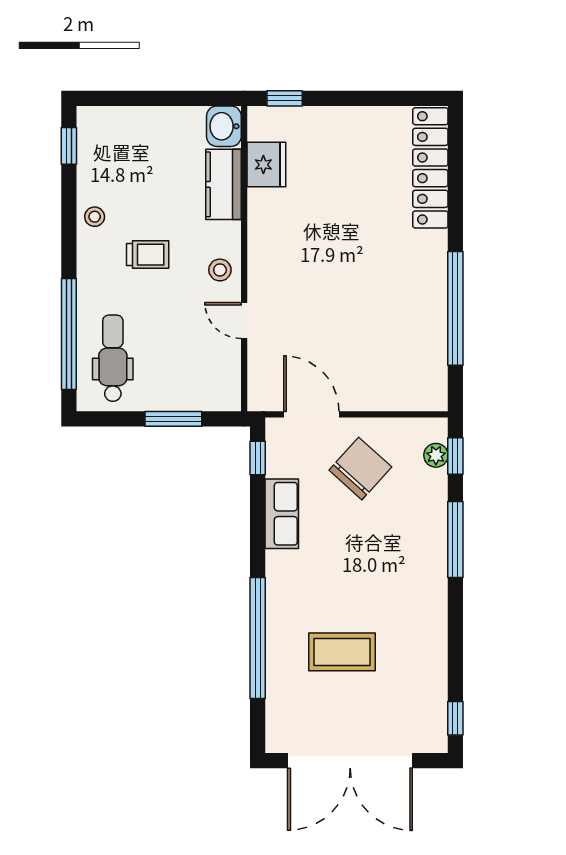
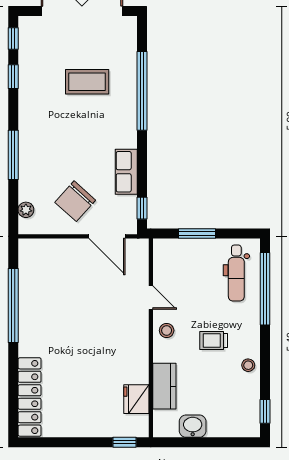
washbasin: (224, 126) -> (193, 426), moved, turned -90
window: (455, 456) -> (13, 77), moved

